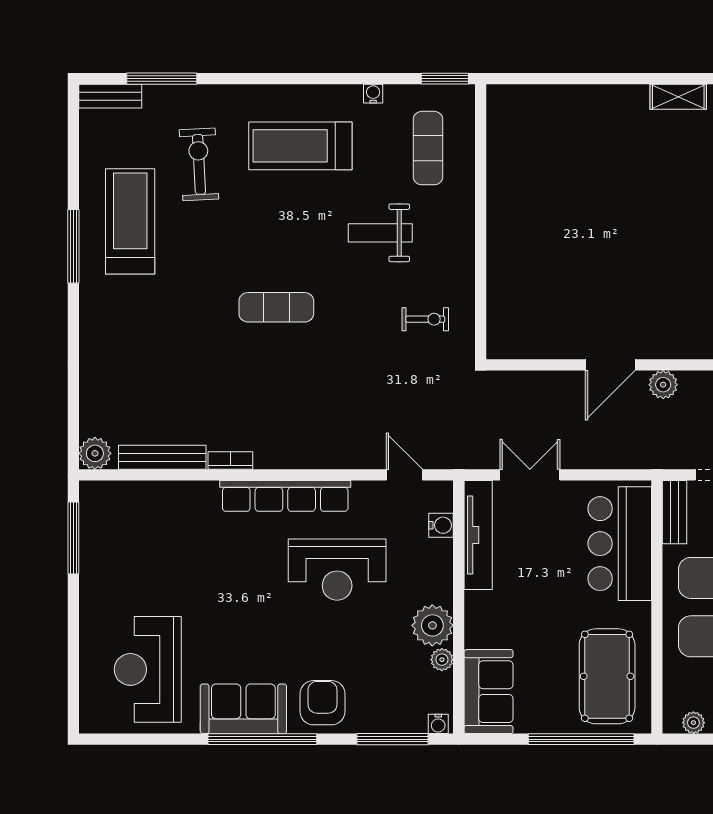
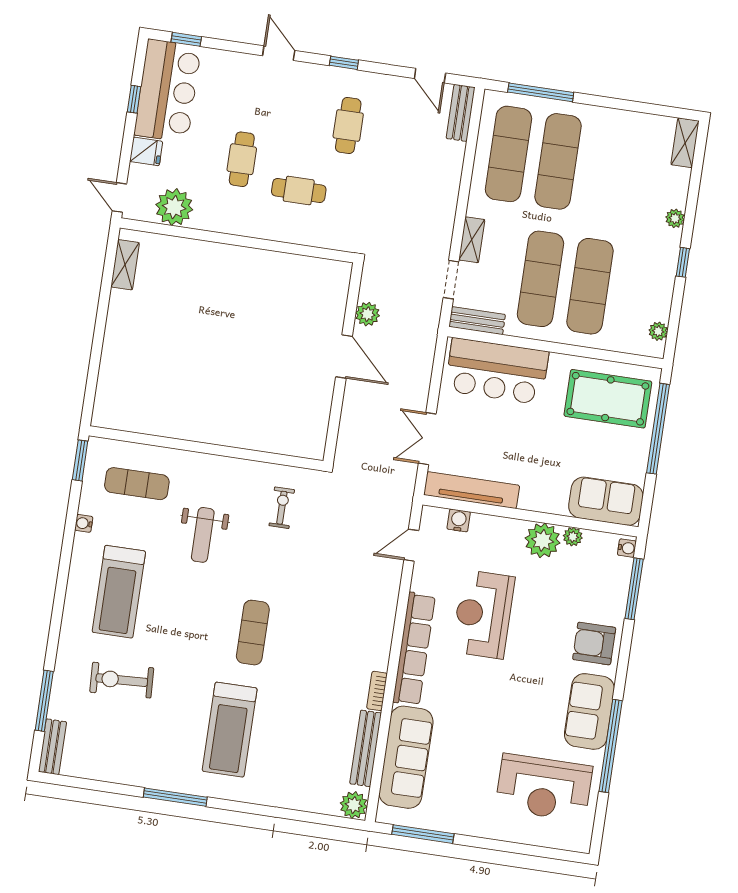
treadmill: (130, 221) -> (230, 730), moved, turned -90
sofa: (159, 505) -> (406, 757), added
reception desk: (337, 570) -> (483, 614), turned 180
window: (262, 739) -> (611, 746), moved

